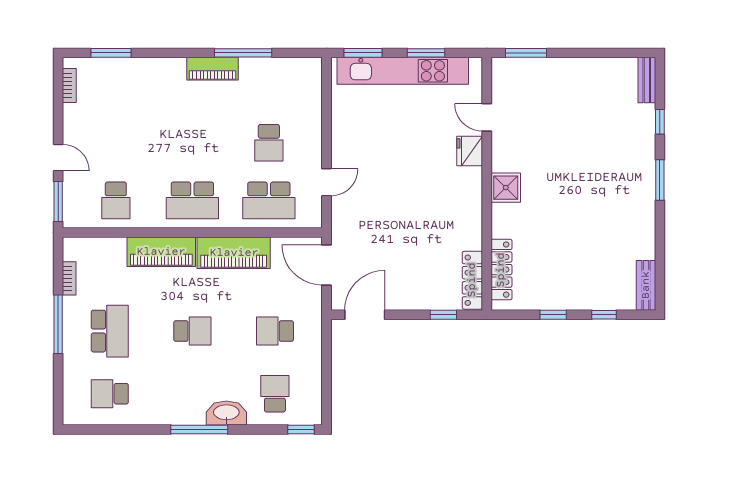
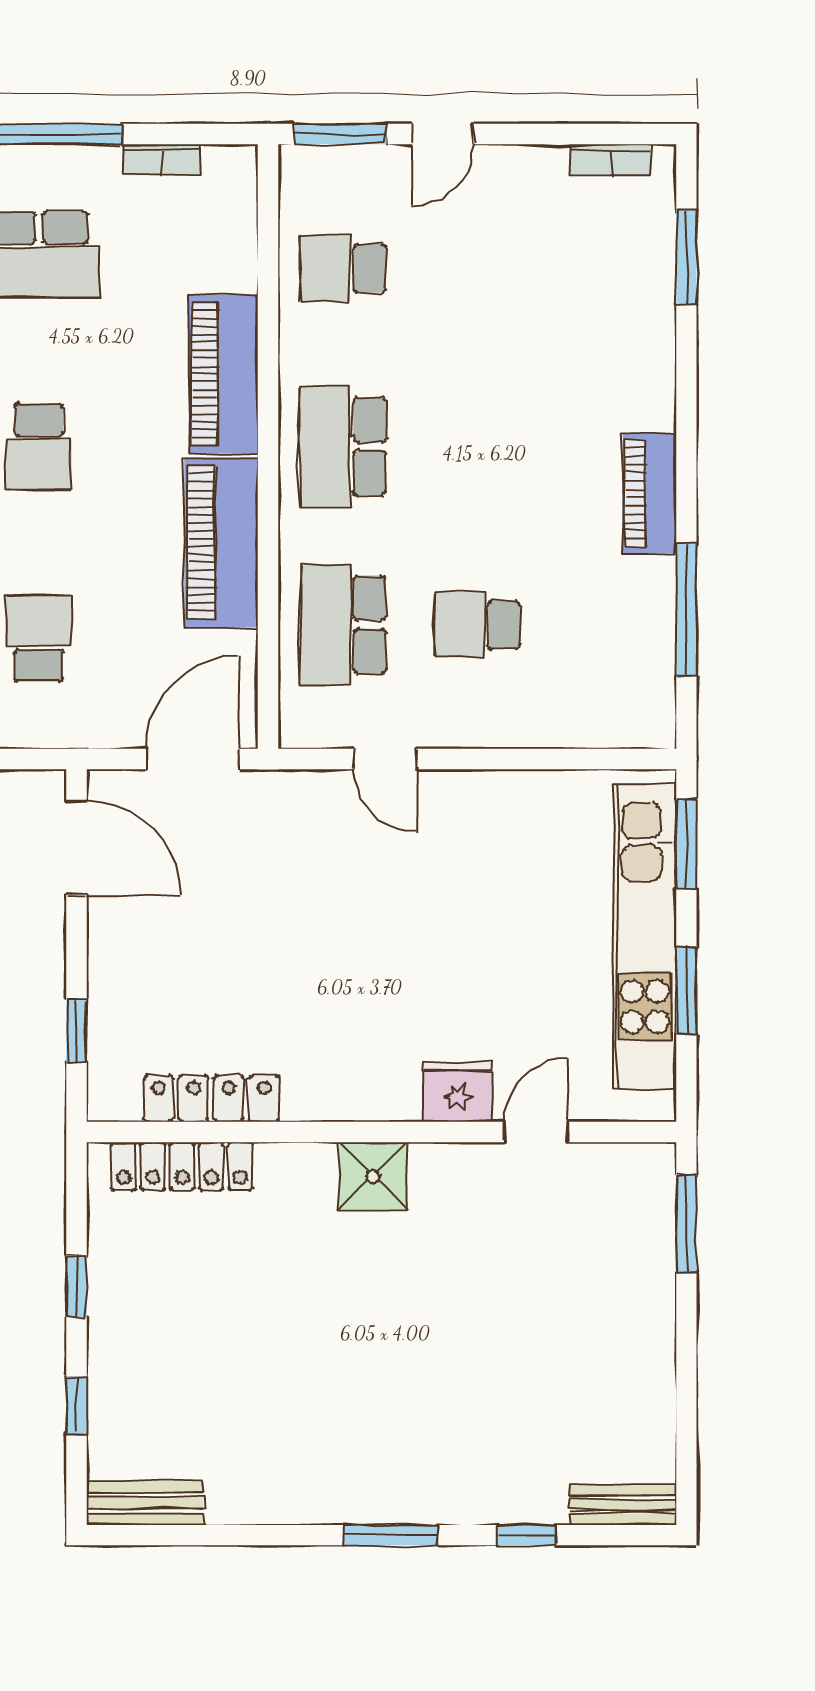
window: (243, 53) -> (686, 610), moved
locker: (472, 280) -> (211, 1099), moved

